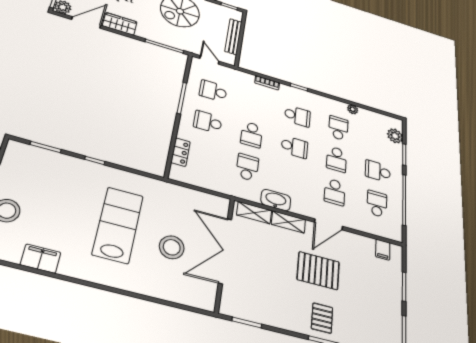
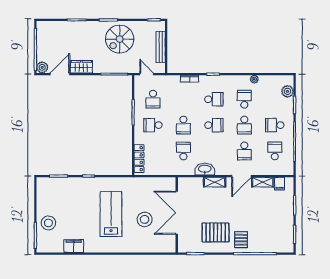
school desk: (213, 91) -> (153, 99), turned -90
locker: (181, 152) -> (139, 159), width x1.53
shelving: (254, 213) -> (263, 182), moved
pallet: (318, 271) -> (216, 232), moved

